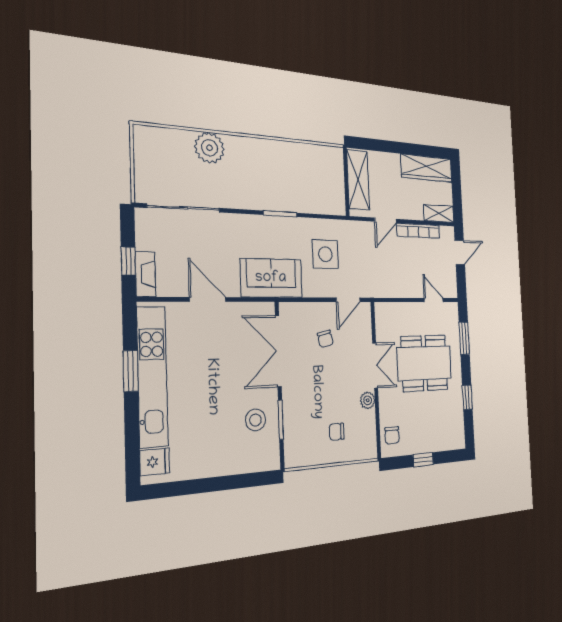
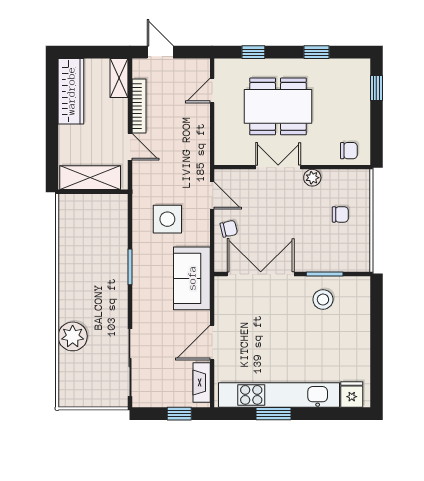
fireplace: (145, 274) -> (202, 383), moved, turned -90
window: (464, 338) -> (253, 52), width x0.67
chair: (325, 339) -> (229, 229), moved
double door: (278, 351) -> (261, 274), swing flipped
dining table: (424, 363) -> (278, 106), turned 90
chair: (337, 432) -> (340, 214), turned -90
window: (423, 460) -> (376, 88), moved

